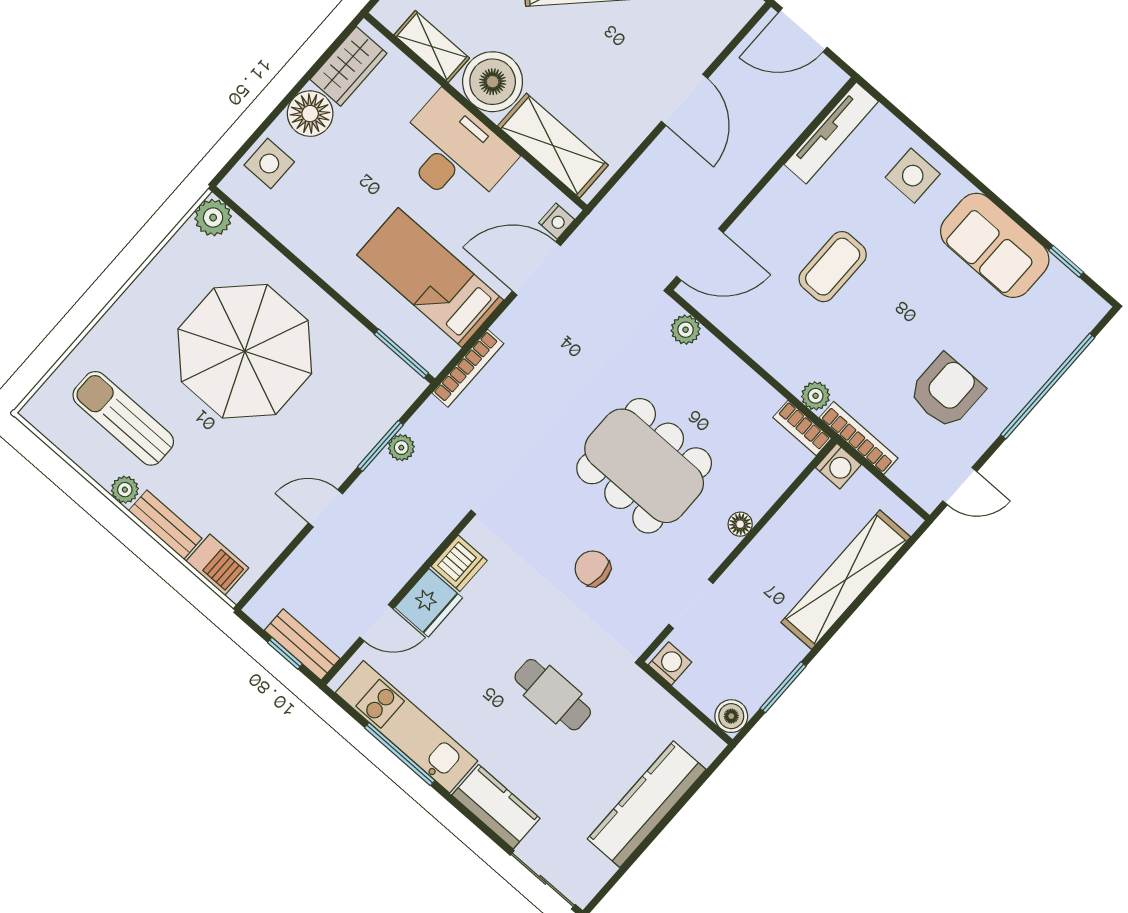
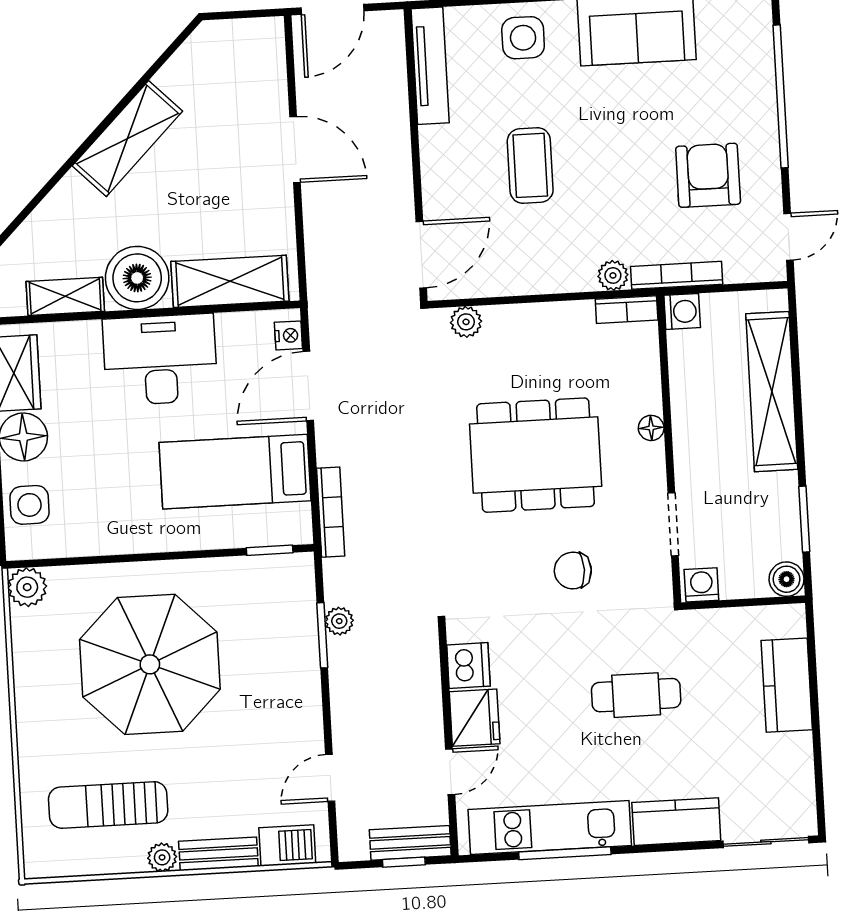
window: (401, 354) -> (270, 550), width x0.67
door: (326, 508) -> (330, 778), moved
kitchen counter: (647, 804) -> (787, 685), width x0.67

